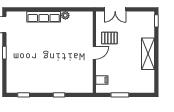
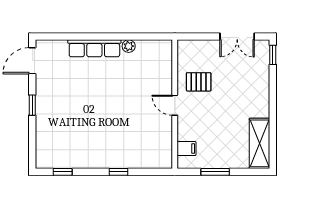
double door: (115, 9) -> (237, 36), moved
door: (94, 53) -> (175, 105), swing flipped
shelving: (148, 54) -> (259, 143), moved

